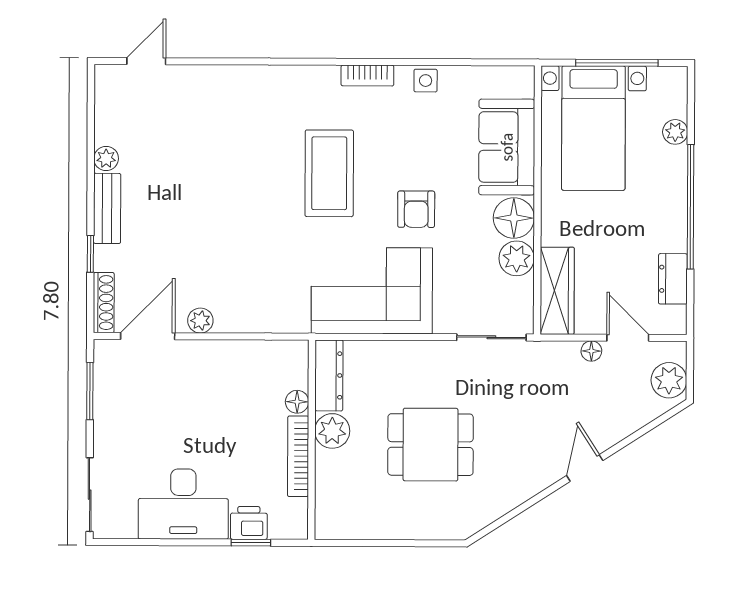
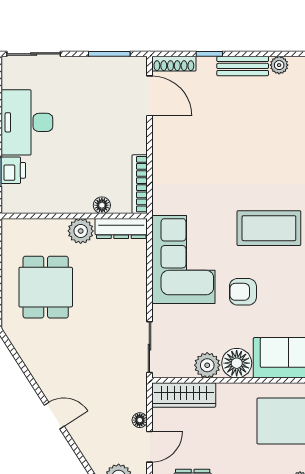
plant: (200, 321) -> (161, 134), removed
dining table: (431, 445) -> (46, 287), moved
bookcase: (298, 456) -> (140, 184), moved, turned -90

